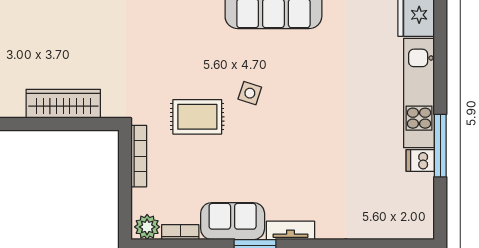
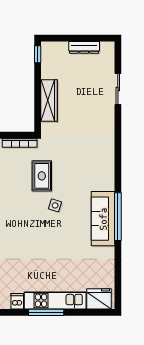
window: (440, 146) -> (46, 312), moved

